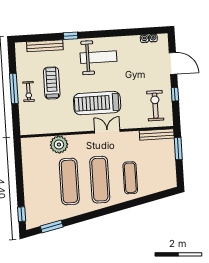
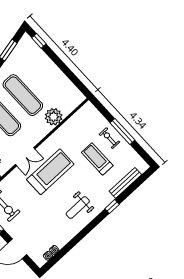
weight bench: (98, 57) -> (78, 208), width x0.73, depth x0.75
treadmill: (52, 83) -> (97, 159), turned 180

